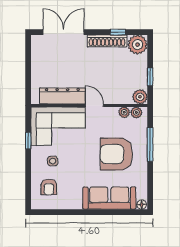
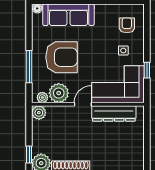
window: (150, 77) -> (29, 154), moved
door: (94, 105) -> (83, 104), swing flipped
plant: (124, 112) -> (59, 93), width x1.87, depth x1.87

